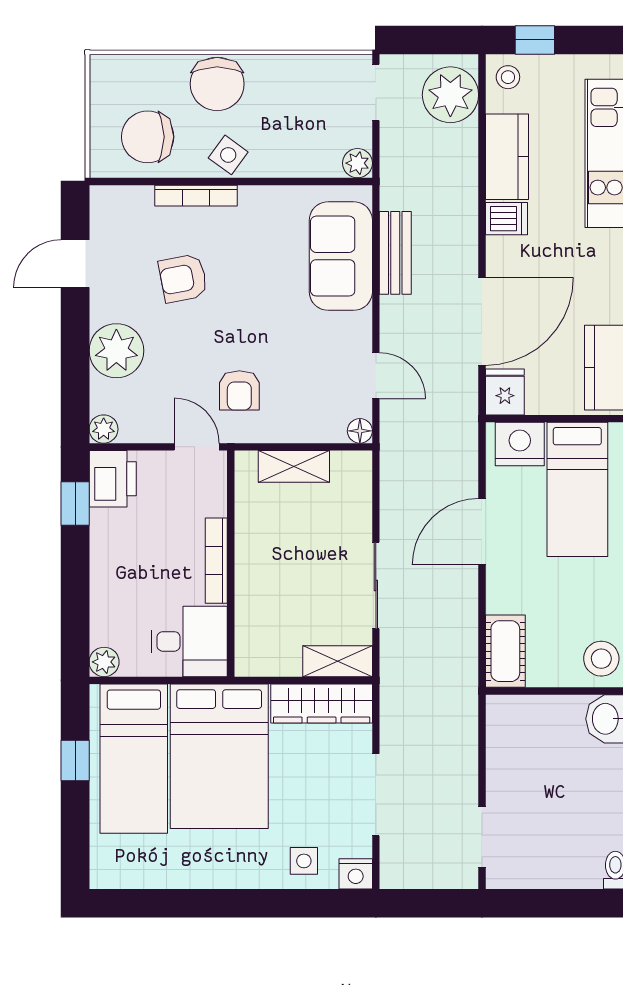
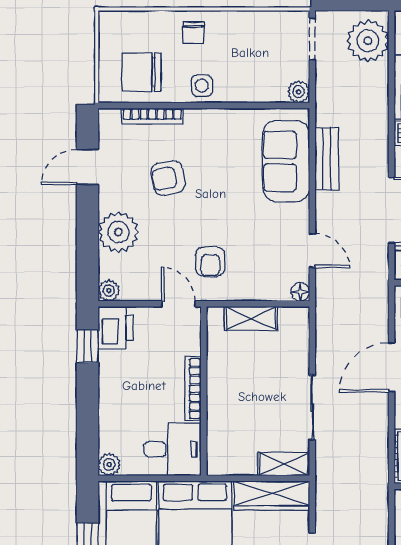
chair: (217, 84) -> (194, 33), width x0.54, depth x0.54
side table: (228, 155) -> (202, 86), turned -36
bookcase: (196, 196) -> (152, 116), moved

